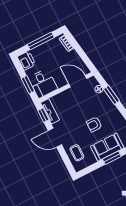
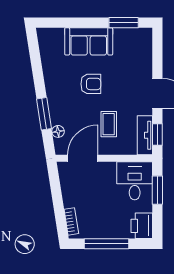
door: (78, 81) -> (83, 158), swing flipped
coffee table: (77, 153) -> (109, 124), moved
window: (112, 158) -> (124, 23), moved

